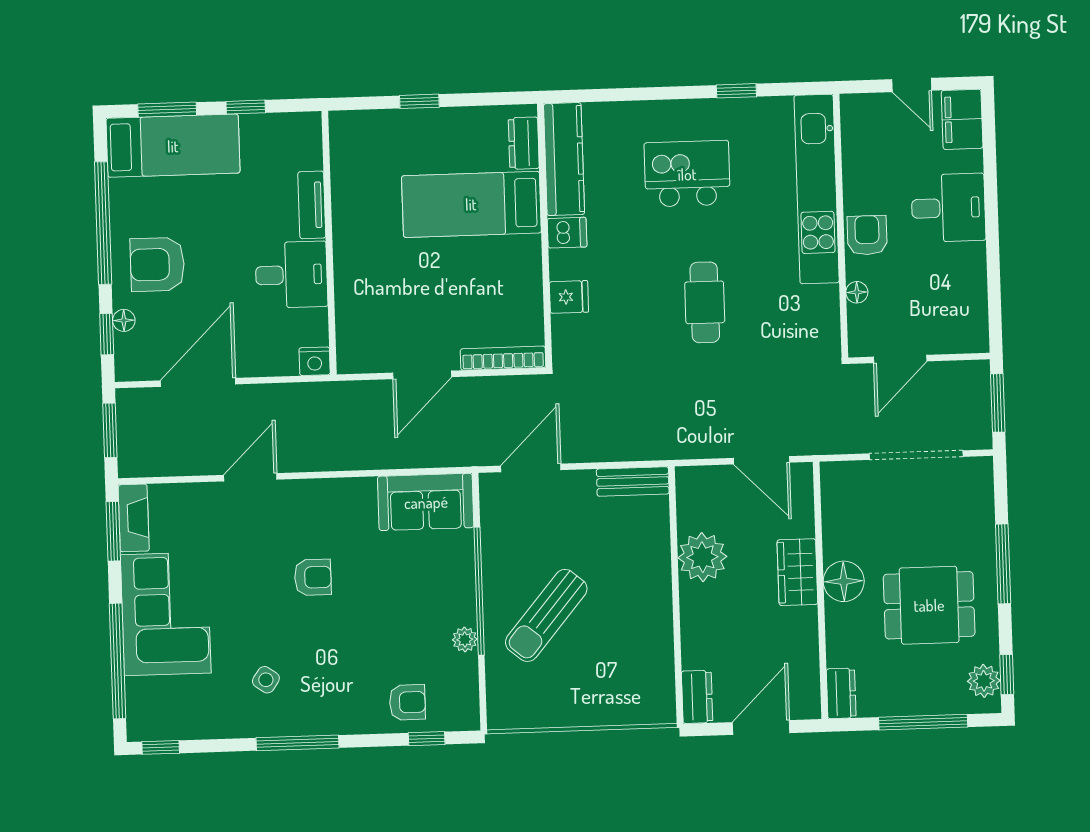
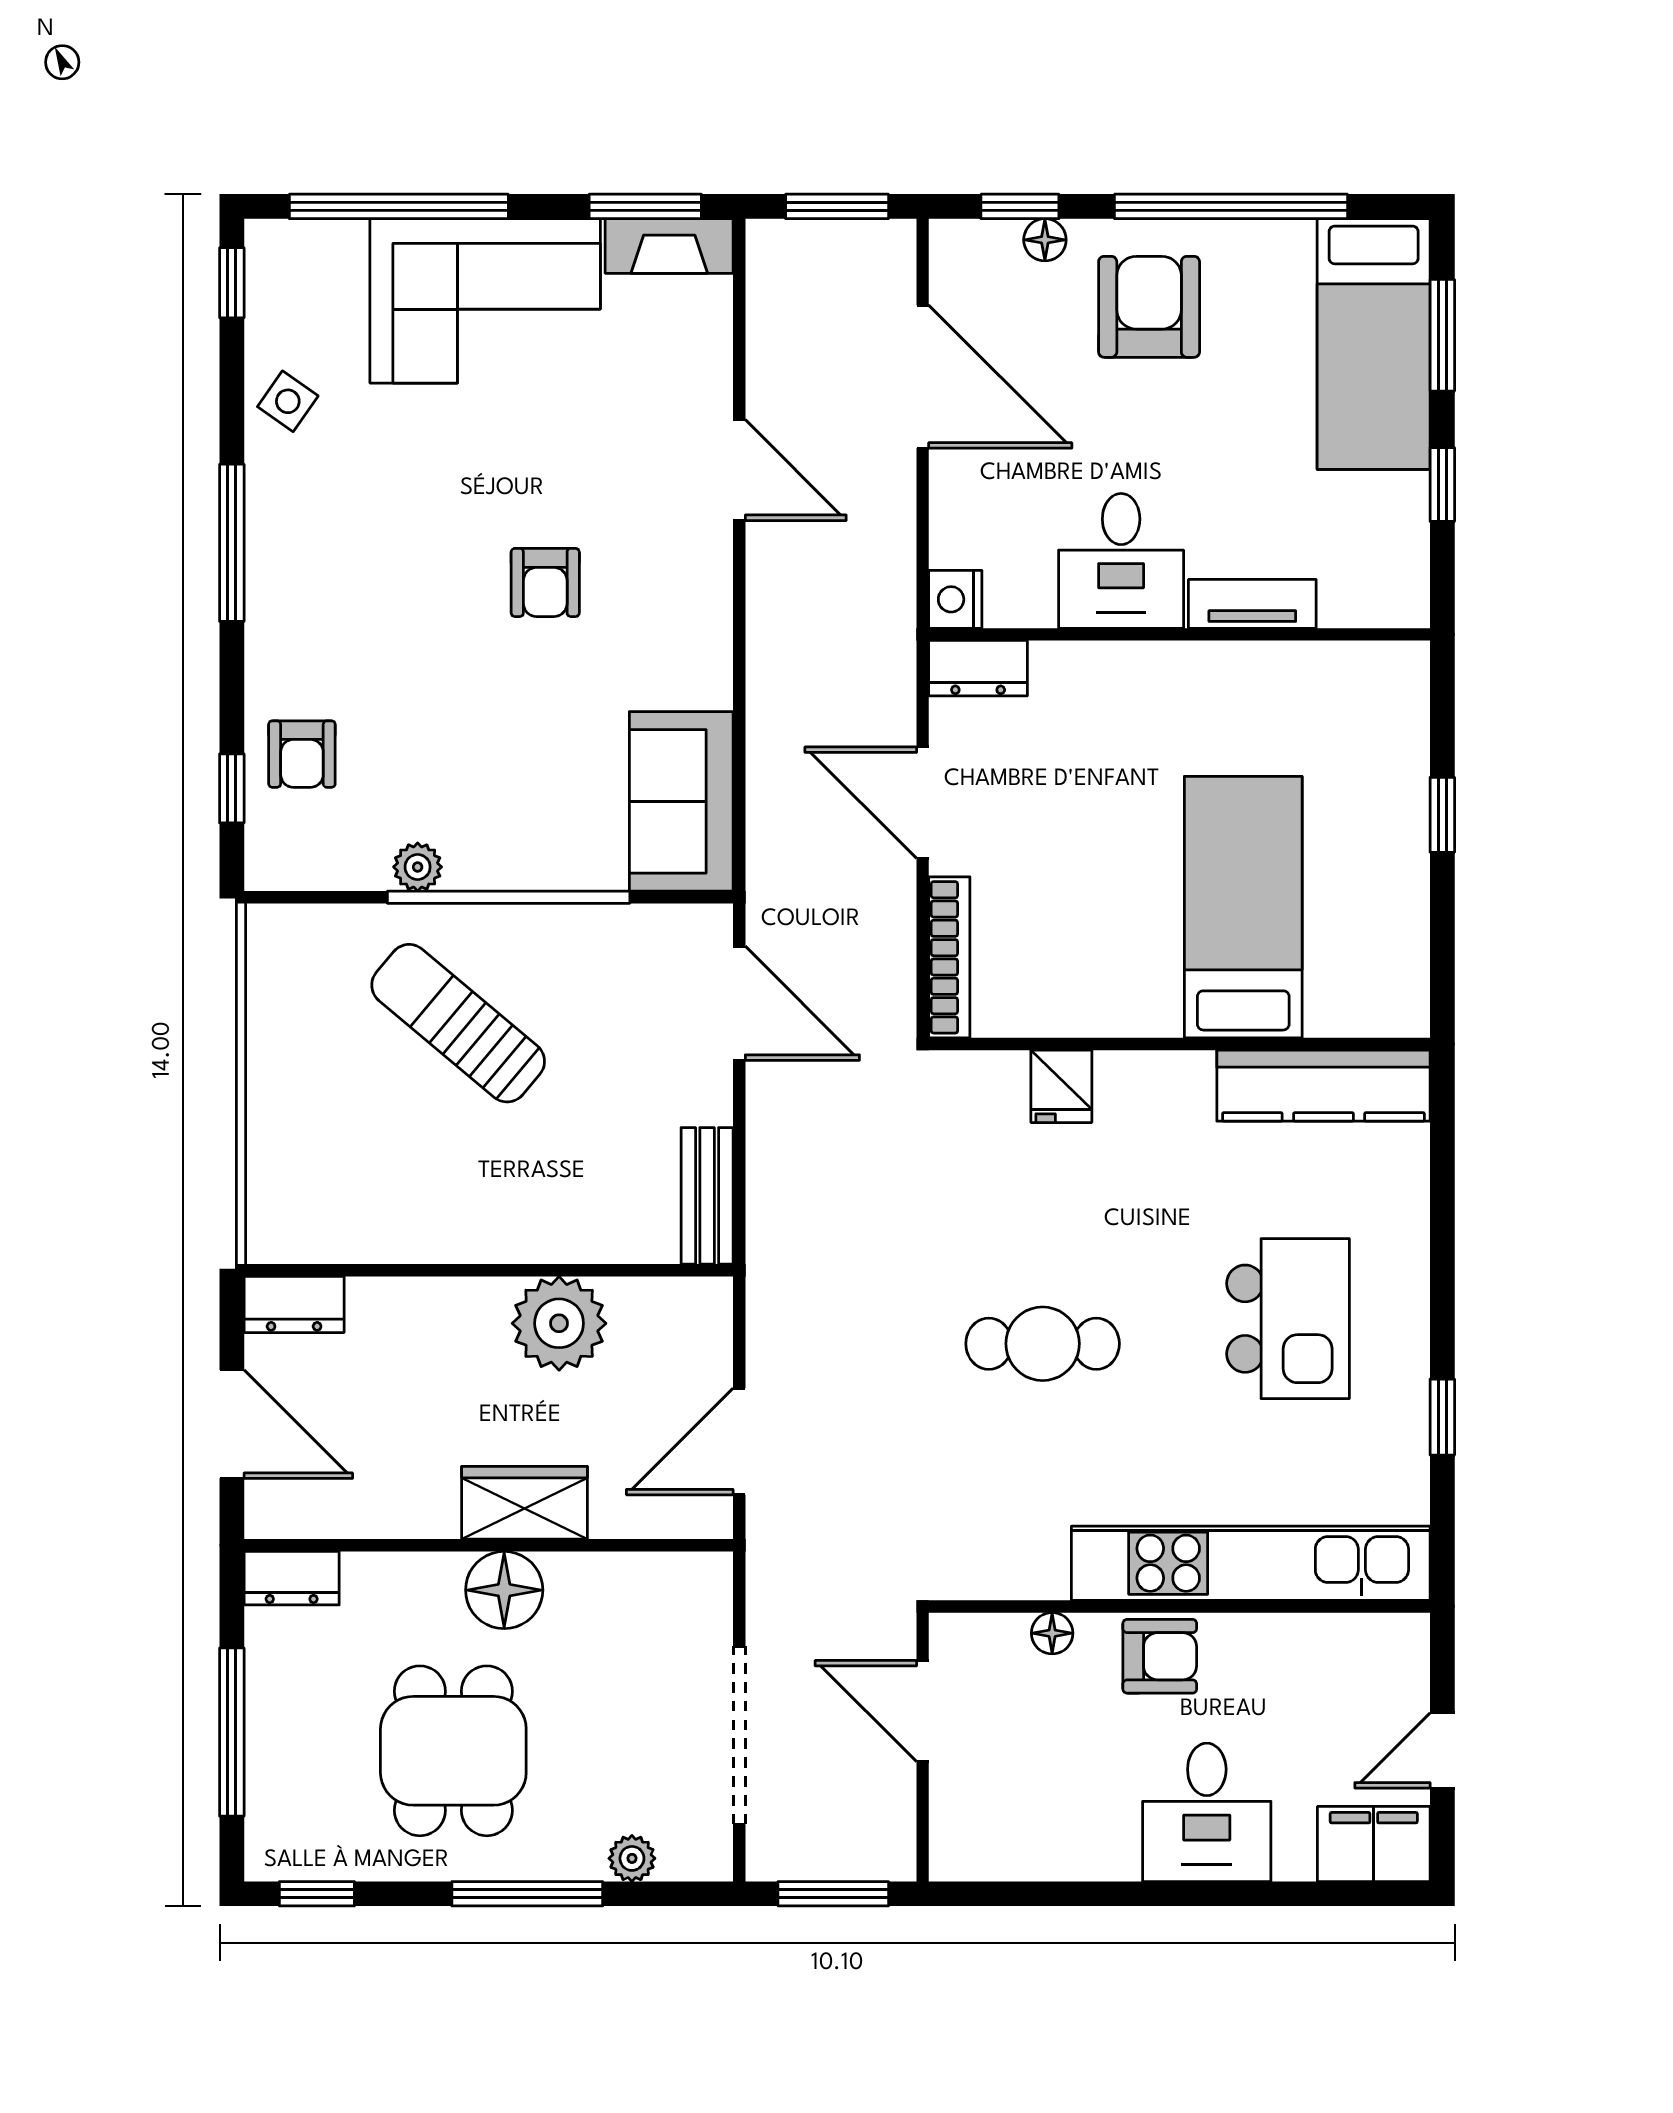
dresser: (524, 143) -> (978, 668), moved, turned 180
dishwasher: (567, 233) -> (1184, 1087), removed
side table: (266, 680) -> (288, 401), moved
plant: (984, 681) -> (632, 1858), moved, width x0.73, depth x0.73

